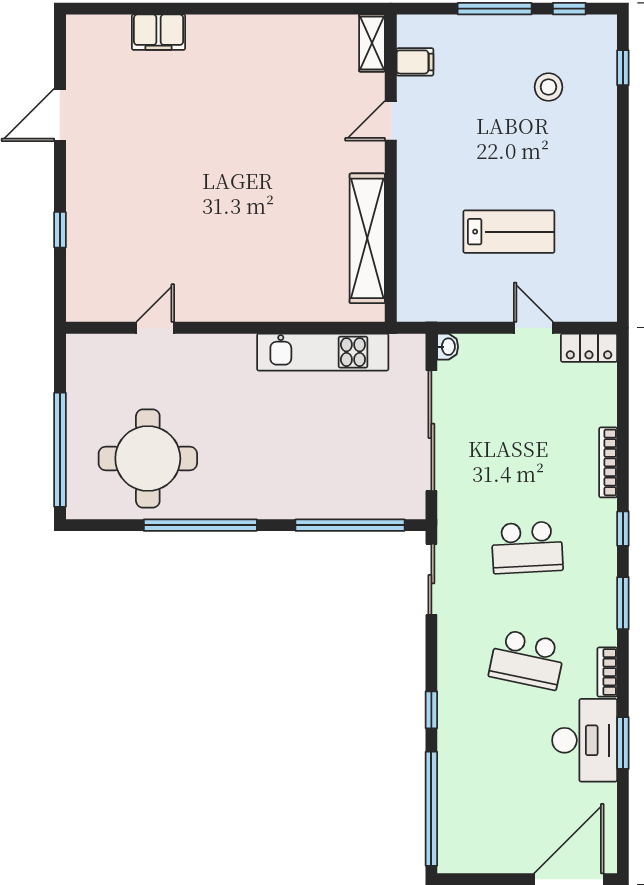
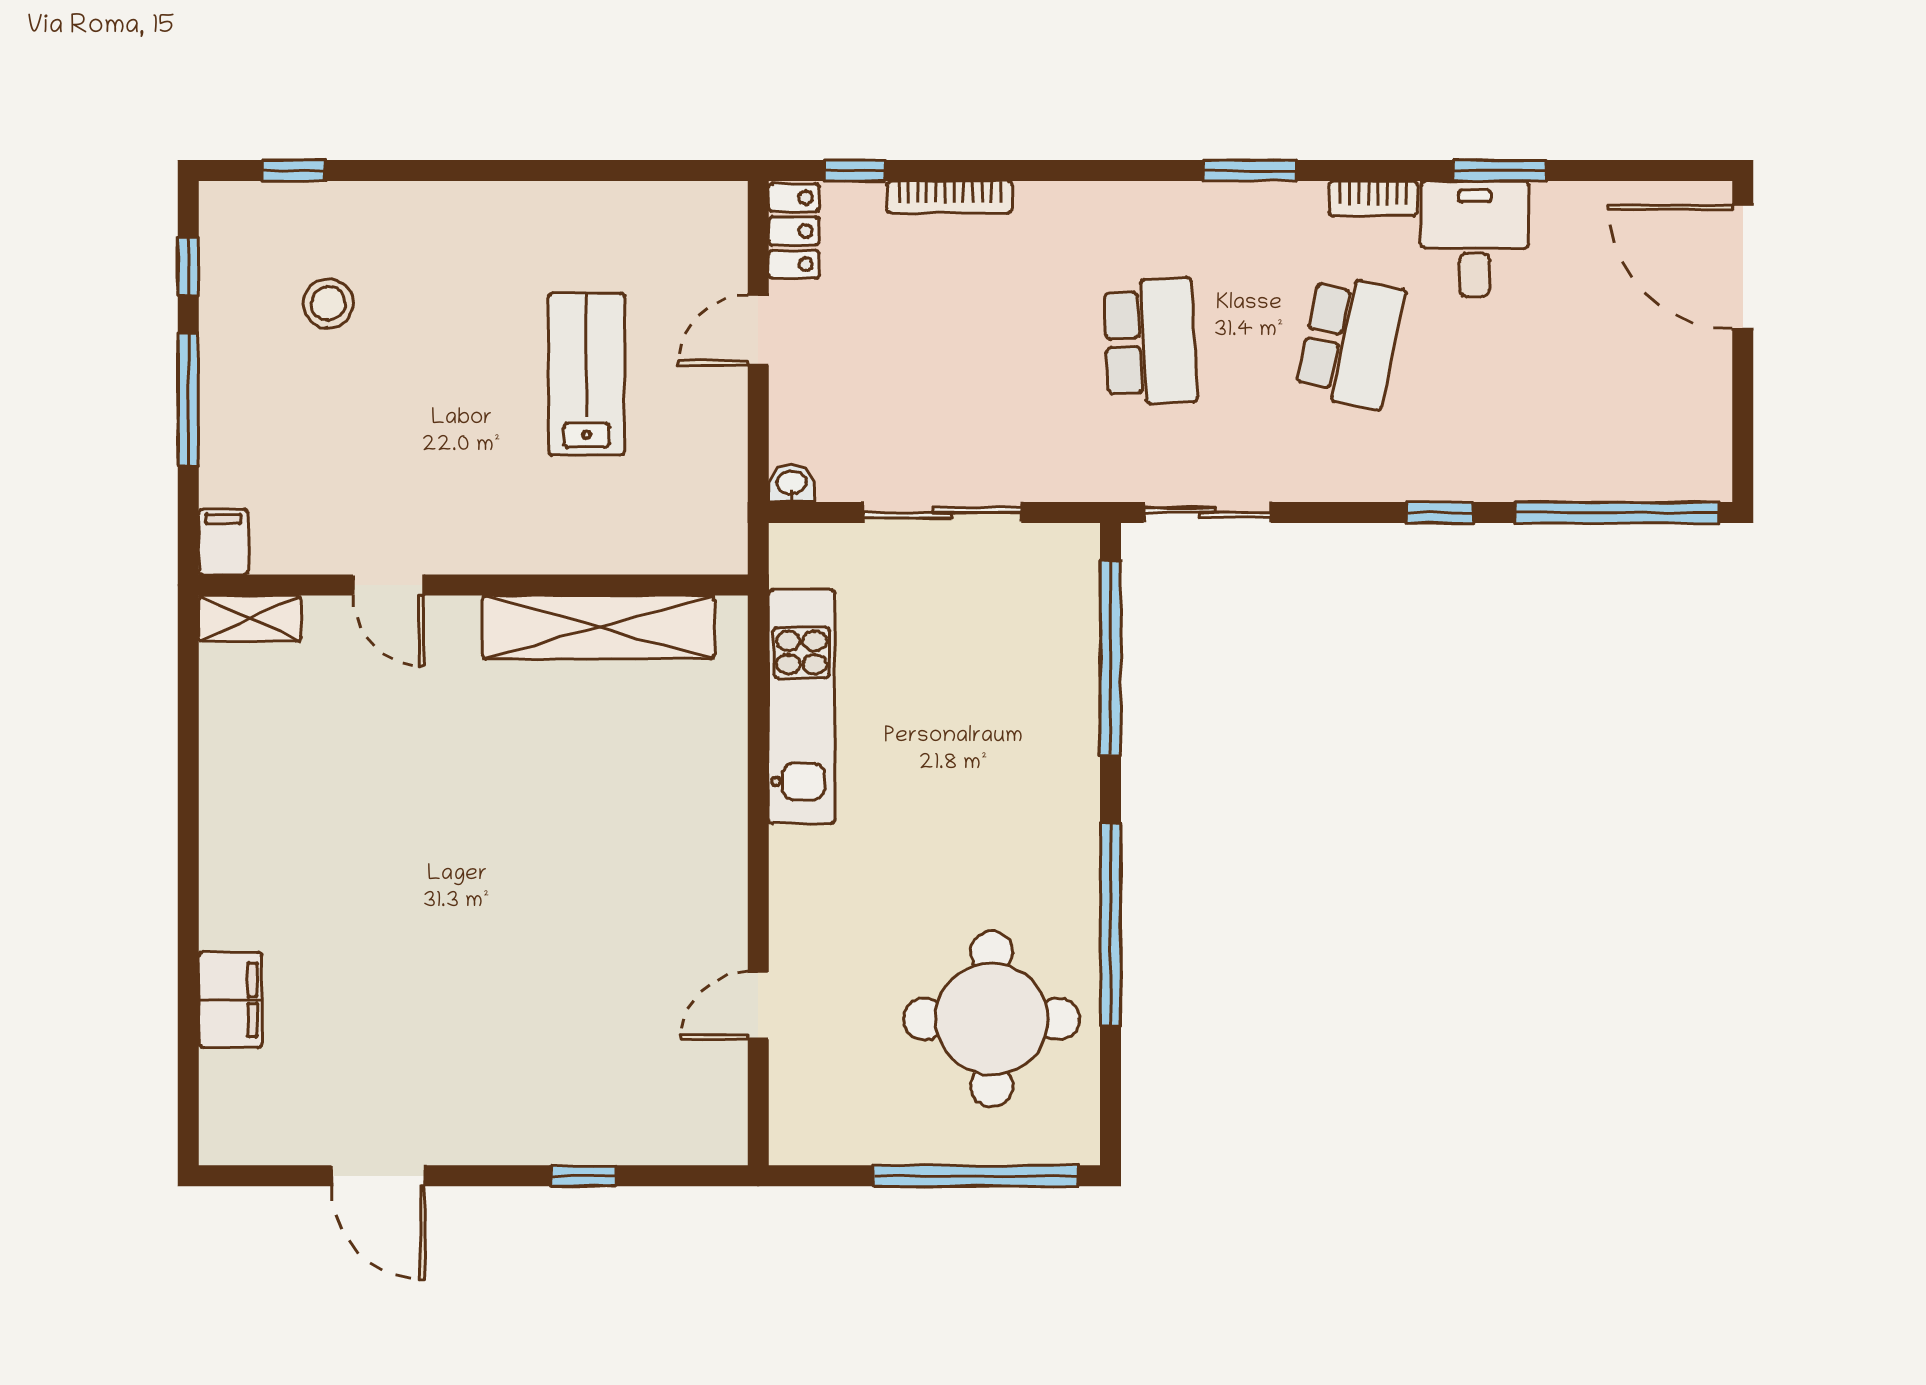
filing cabinet: (415, 62) -> (223, 542), moved
door: (155, 328) -> (758, 1006), hinge flipped
sliding door: (431, 431) -> (942, 513), width x0.73
bookcase: (608, 462) -> (950, 197), moved
window: (623, 529) -> (855, 171), moved
desk: (585, 740) -> (1475, 239), width x0.73

